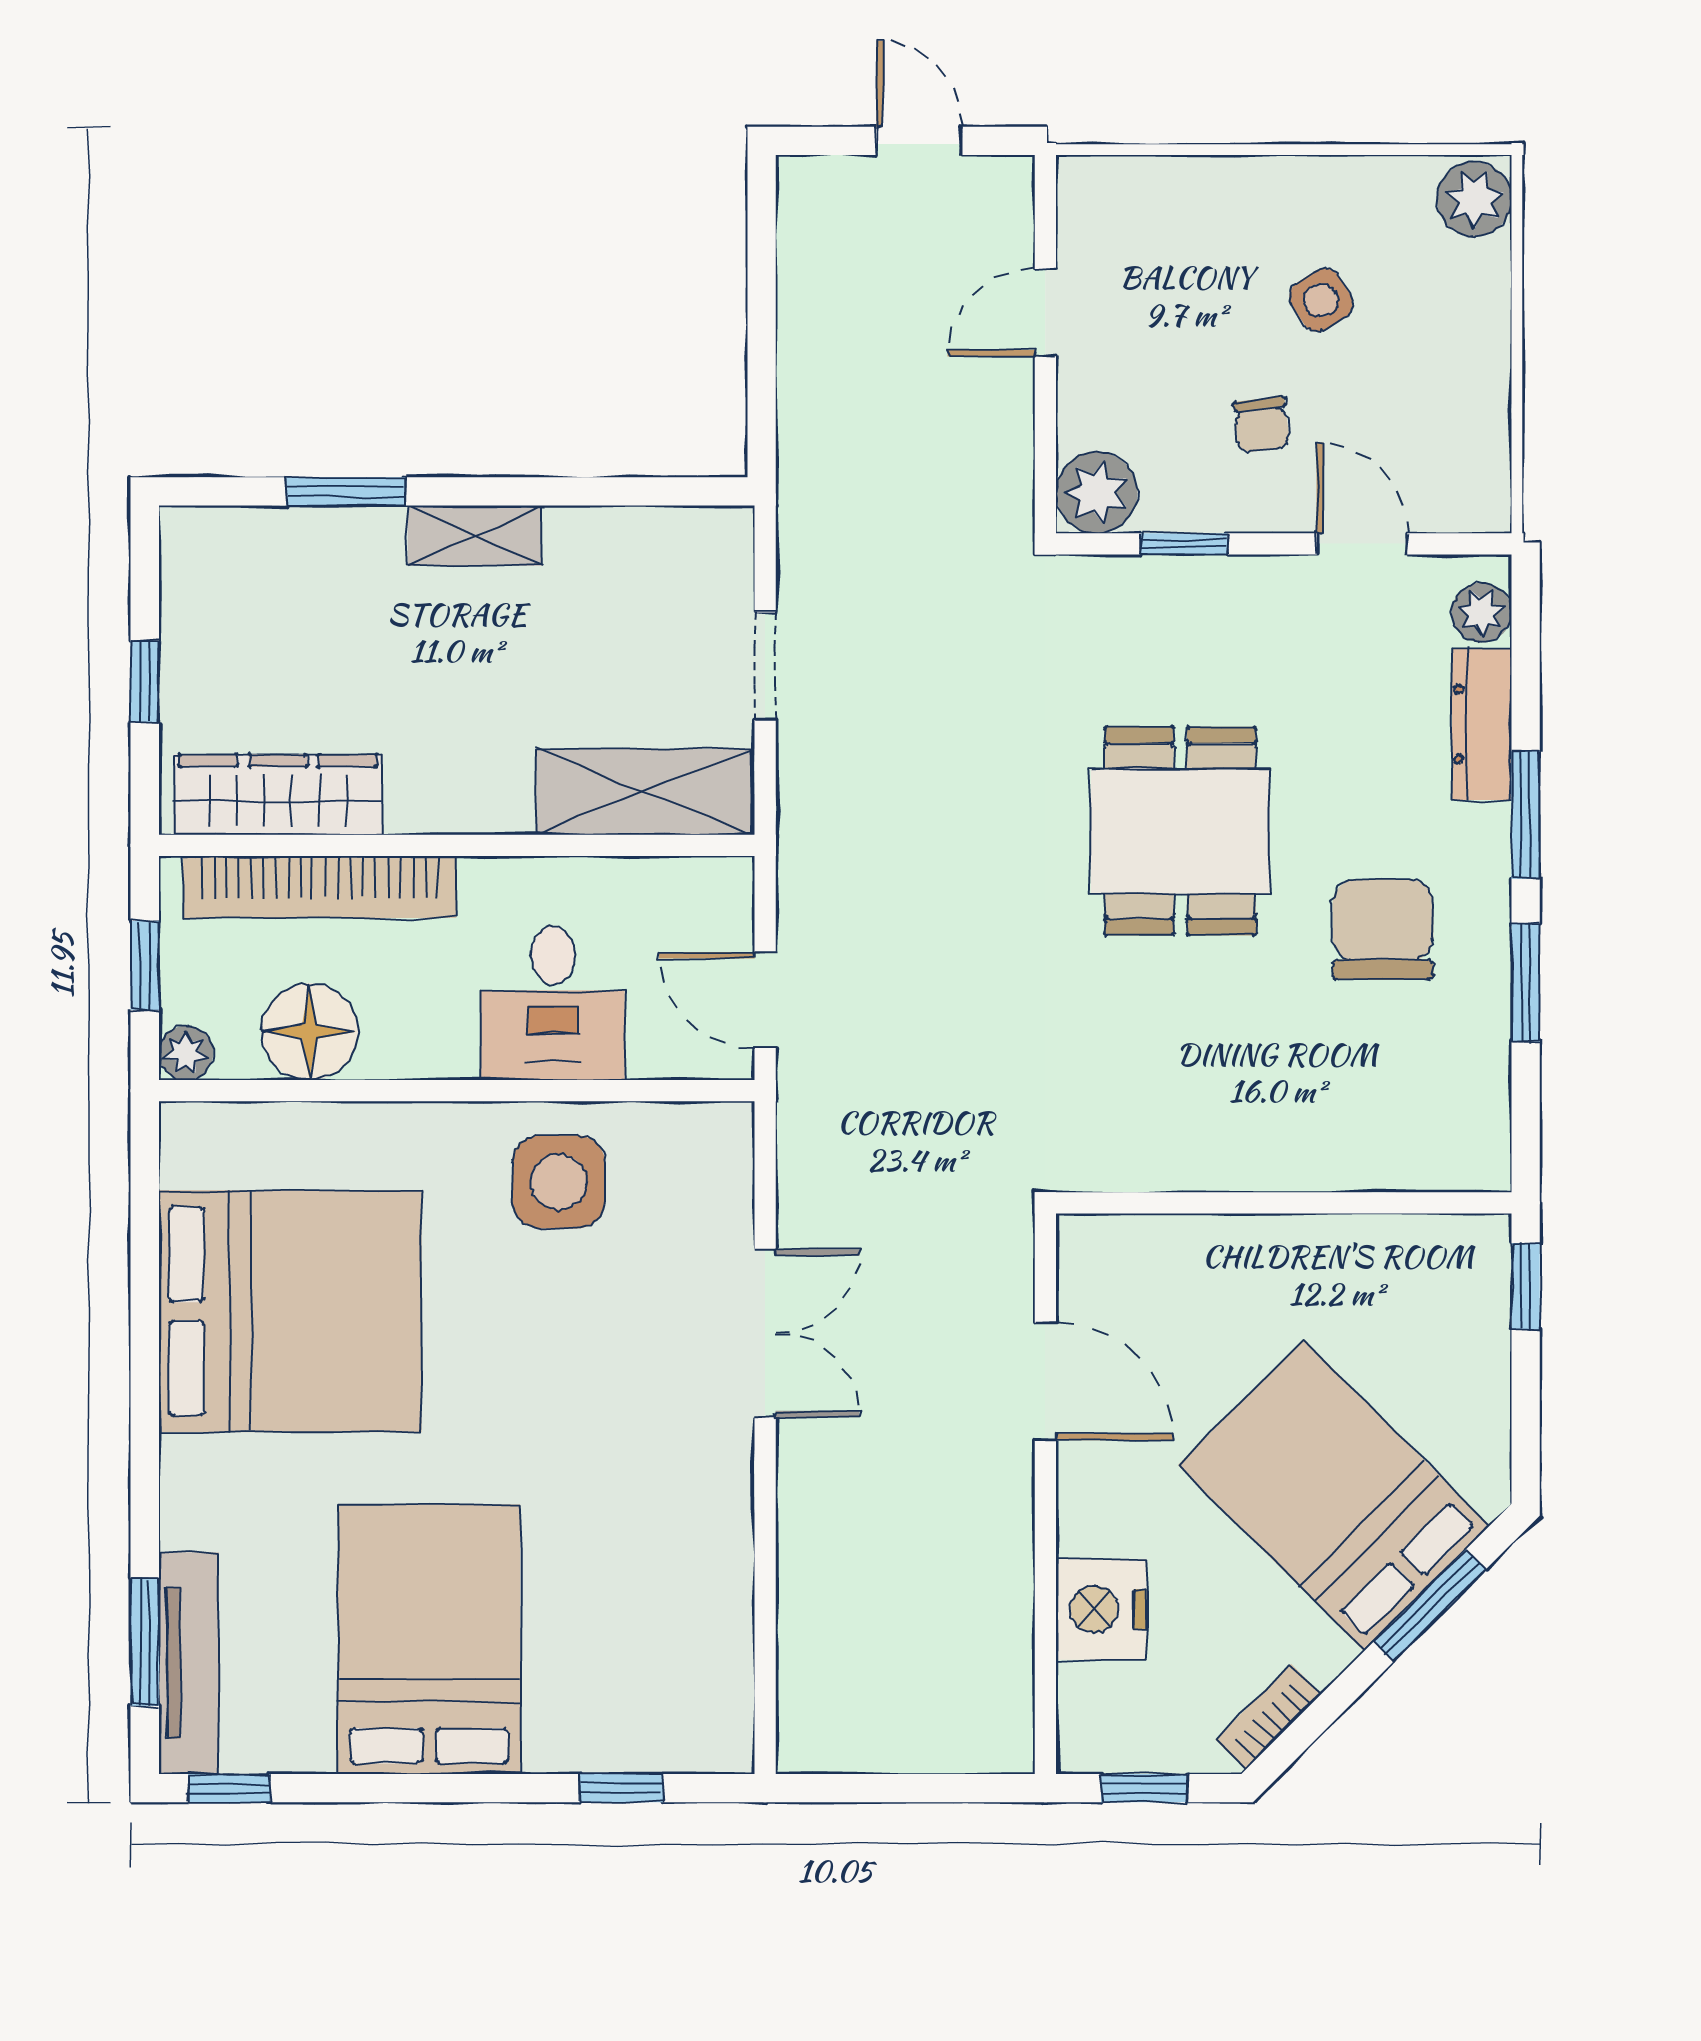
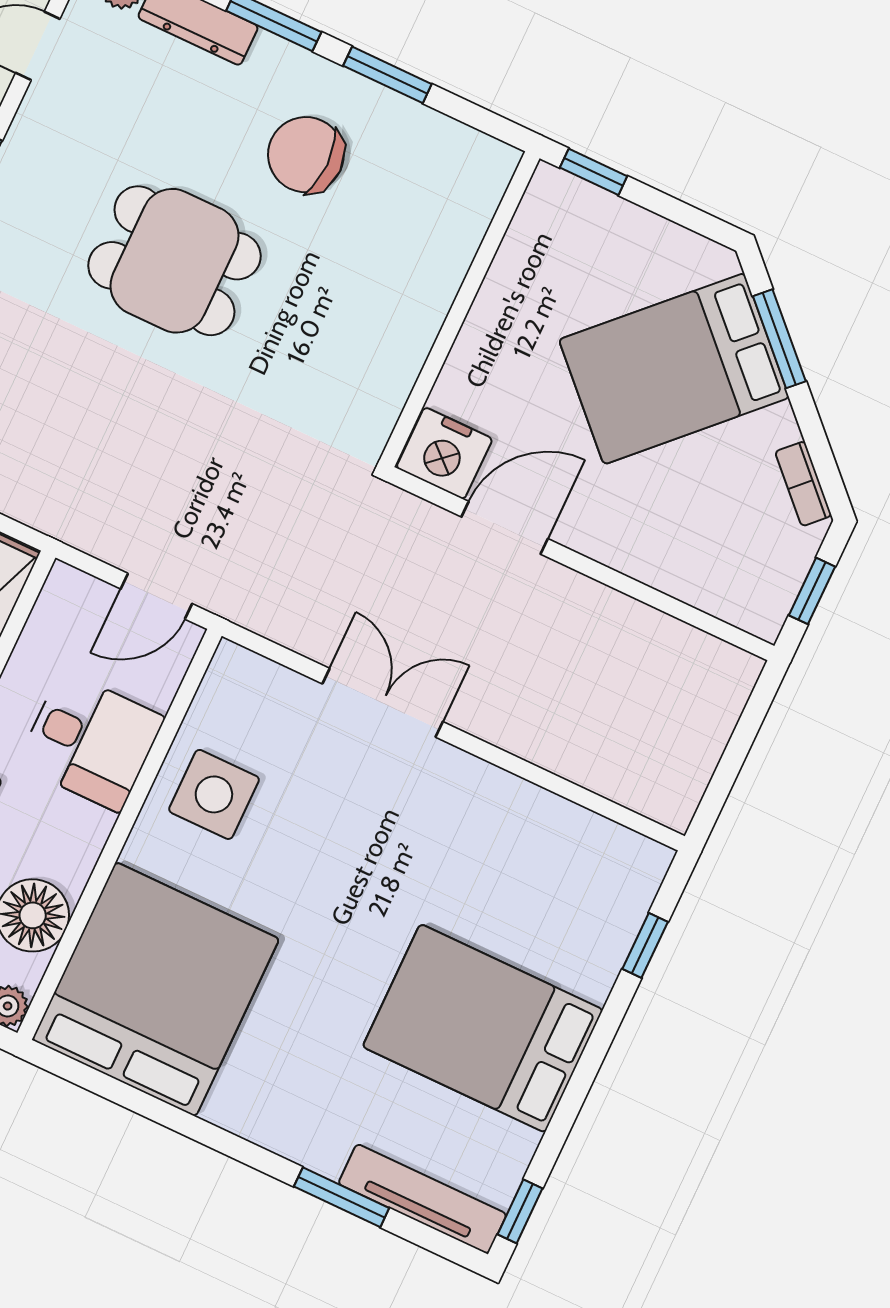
bed: (290, 1311) -> (156, 989), moved
nightstand: (1101, 1609) -> (444, 453), moved
window: (145, 1642) -> (342, 1197), moved

